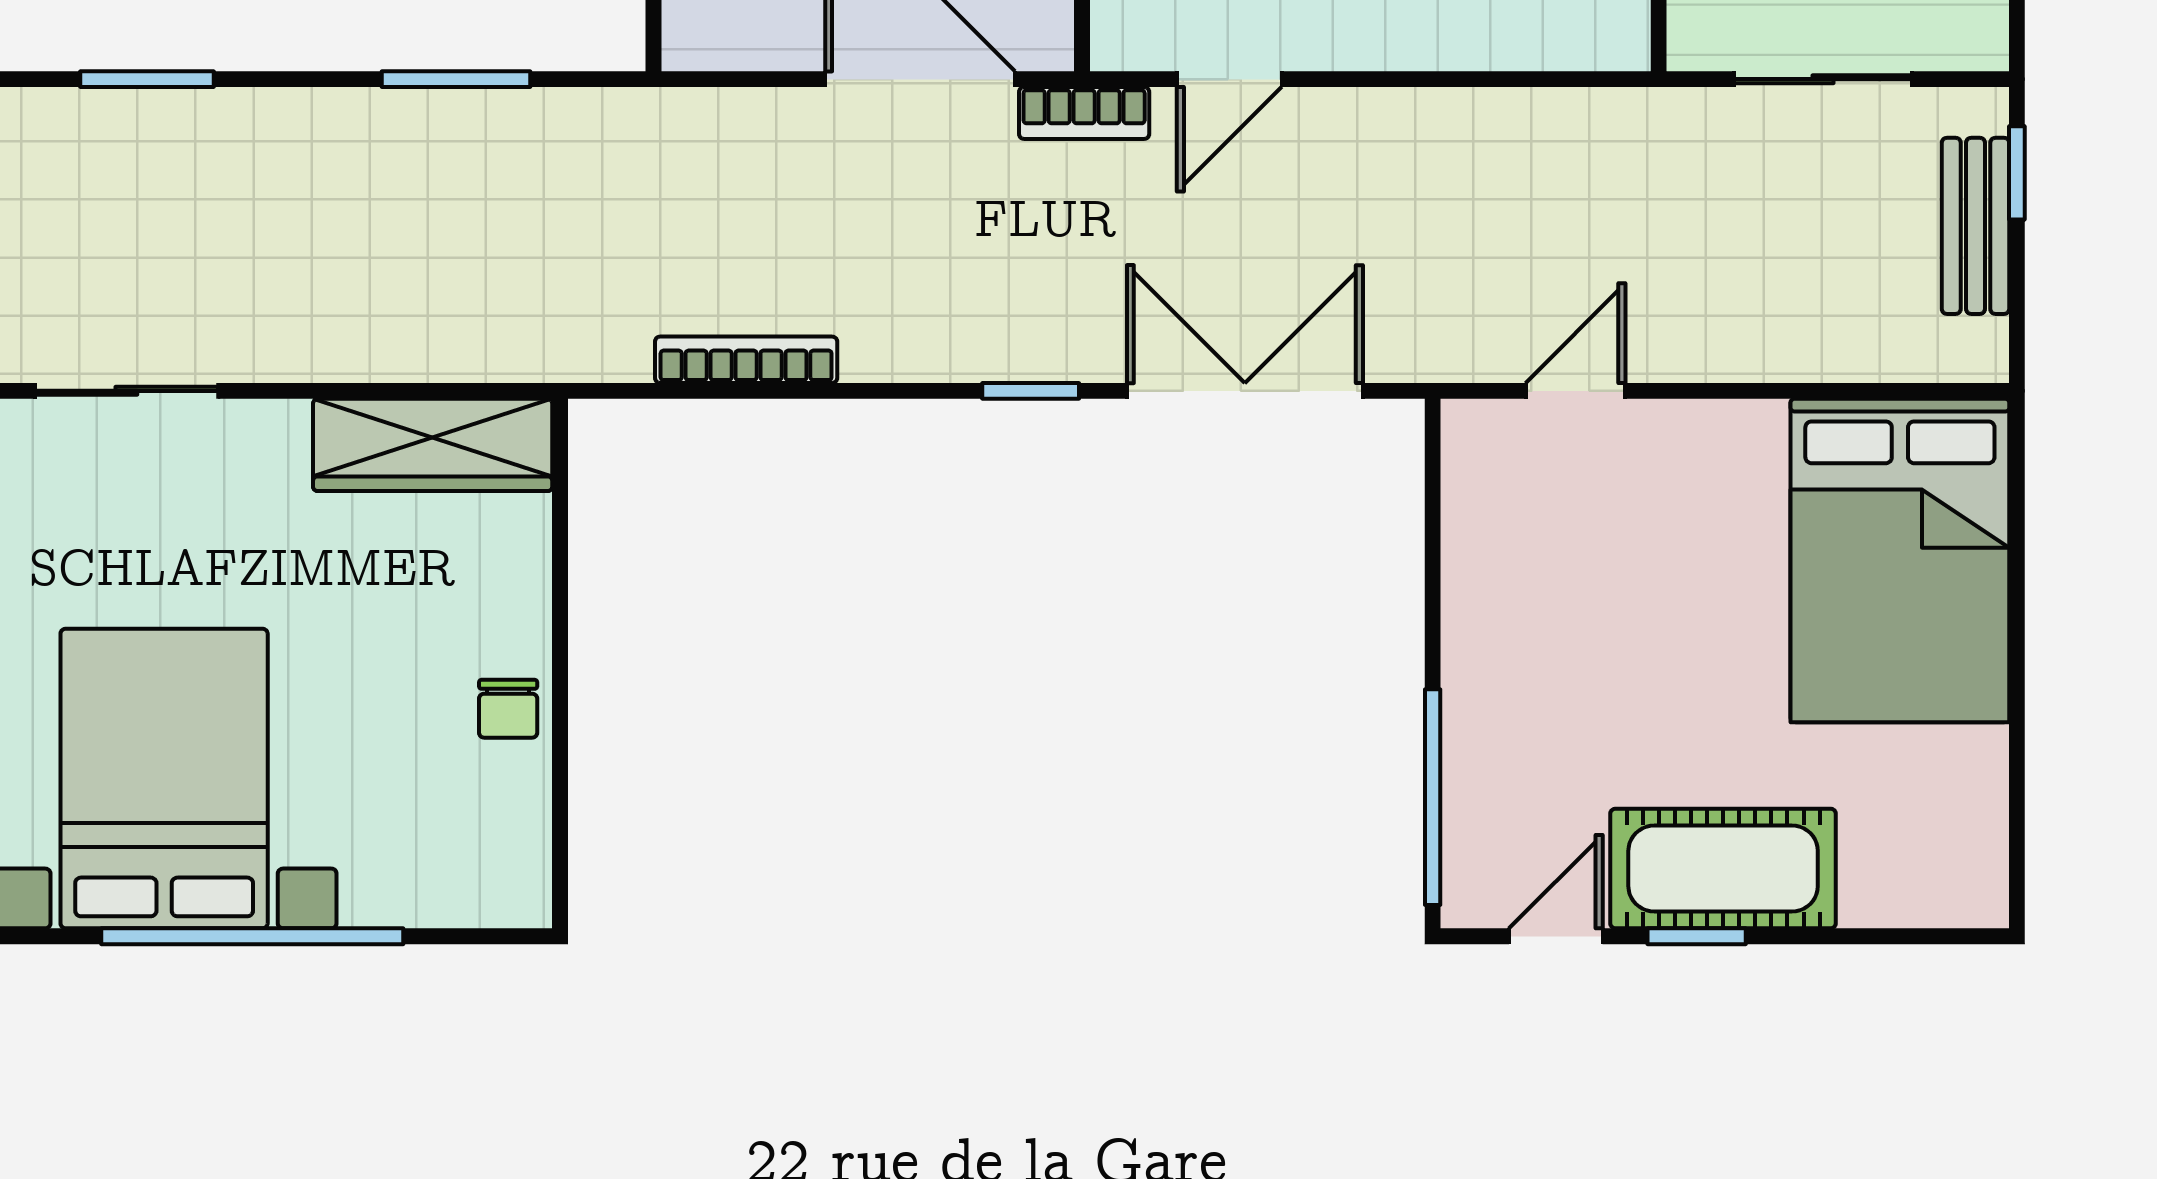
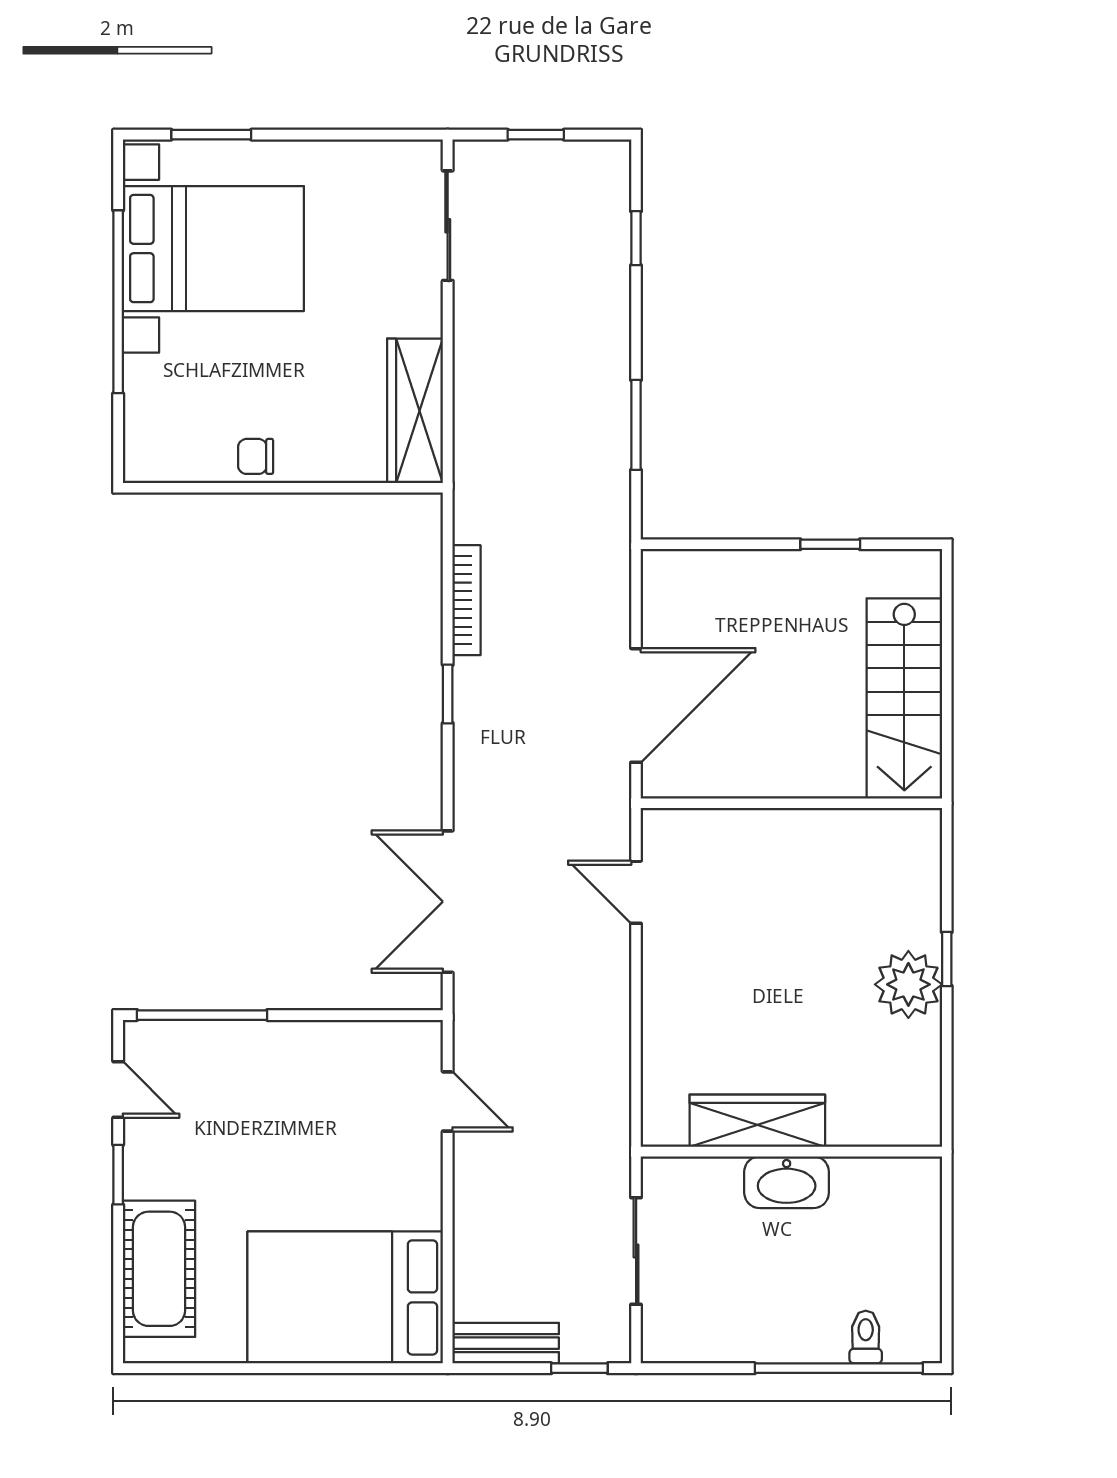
window: (147, 79) -> (636, 238), width x0.67
bookcase: (1084, 113) -> (616, 804), removed
bench: (1976, 226) -> (506, 1343), moved
window: (1031, 391) -> (448, 694), moved
double door: (1245, 391) -> (448, 902), swing flipped
cot: (1723, 869) -> (159, 1269), moved

